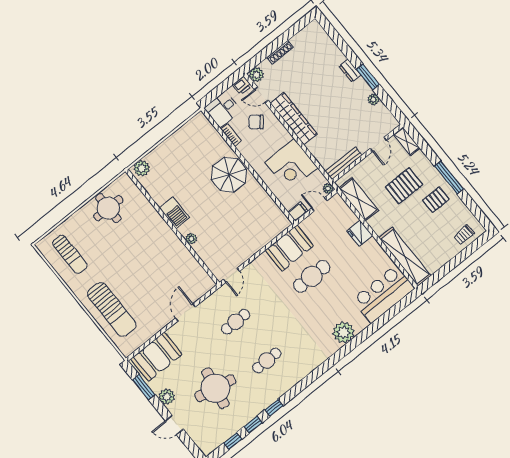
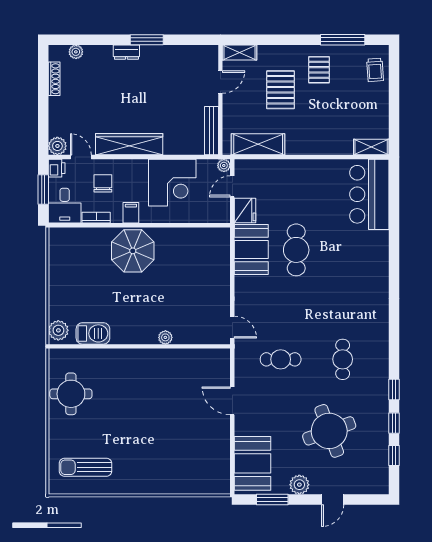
shoe rack: (280, 52) -> (54, 79), moved
window: (222, 88) -> (43, 190), added
door: (261, 95) -> (81, 157), swing flipped
plant: (373, 99) -> (76, 52), moved
chair: (256, 122) -> (103, 183), turned 142
door: (378, 144) -> (220, 82), hinge flipped
window: (449, 177) -> (343, 40), moved
filing cabinet: (298, 212) -> (131, 213), moved
barbecue: (174, 213) -> (93, 333), moved
fridge: (360, 233) -> (245, 211), moved, turned -90
sun lounger: (70, 254) -> (85, 467), turned 180
shelving: (405, 257) -> (371, 147), width x0.45, depth x0.75
sun lounger: (112, 310) -> (172, 470), removed
cafe table: (236, 322) -> (281, 359), turned 90
plant: (344, 332) -> (375, 263), removed
round table: (215, 388) -> (329, 431), turned -31

